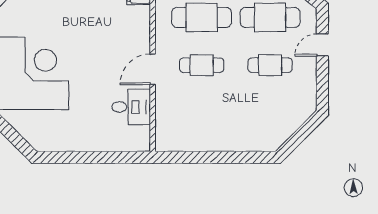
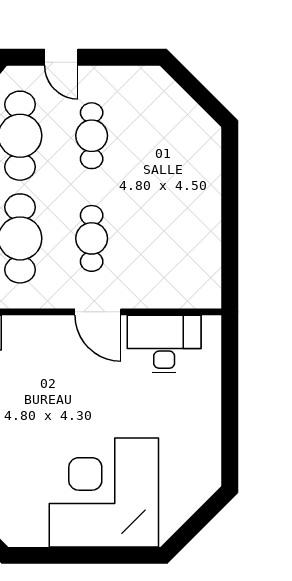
desk: (131, 107) -> (164, 344), width x1.37

